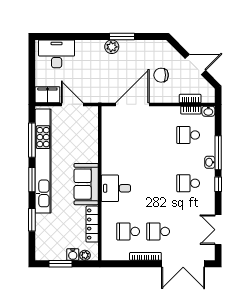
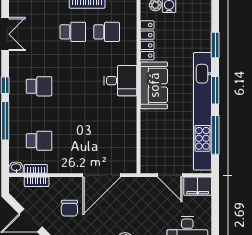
chair: (161, 75) -> (69, 208), turned 90
washbasin: (210, 162) -> (14, 110), removed

